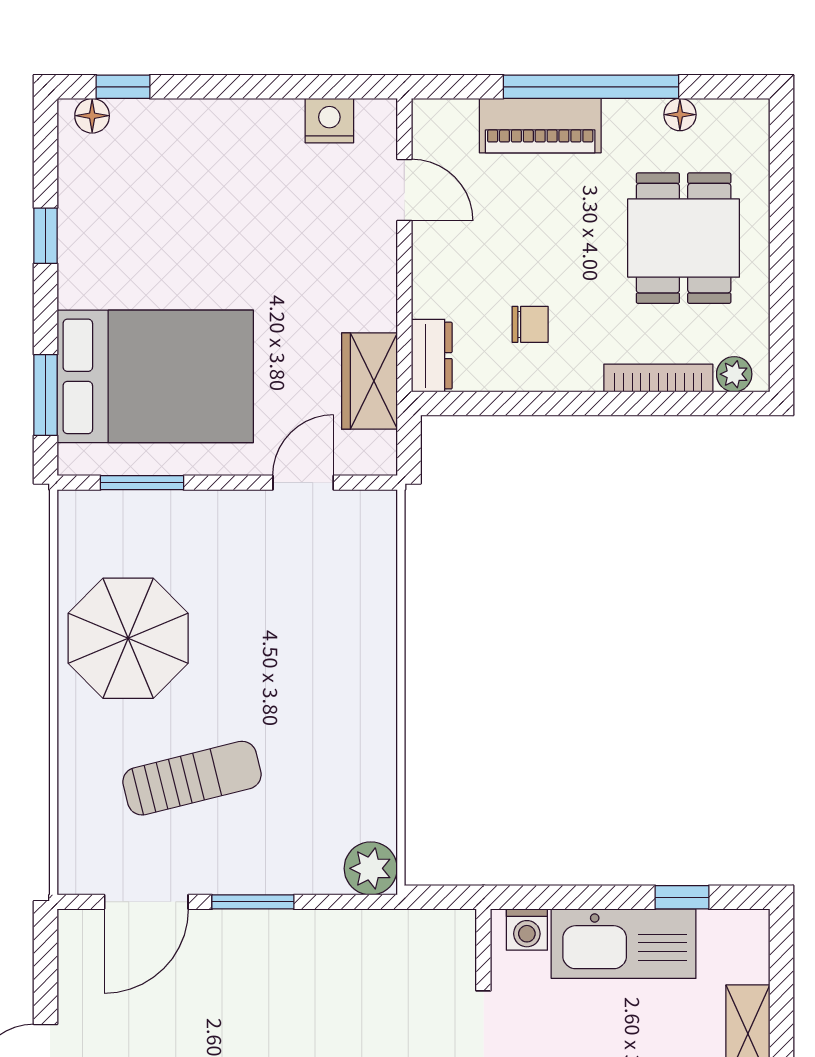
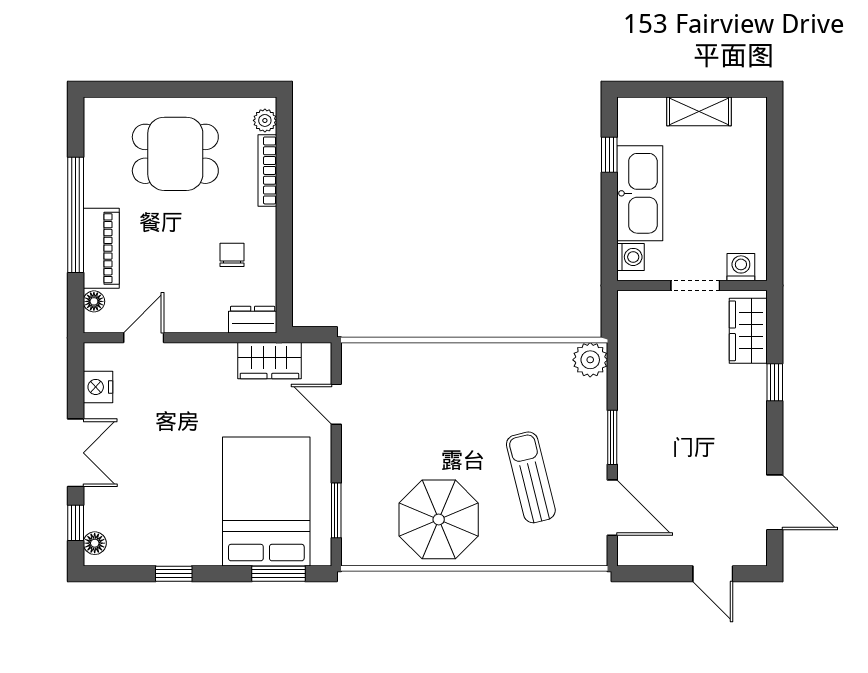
double door: (229, 87) -> (76, 453), added
floor lamp: (680, 115) -> (94, 301), moved

